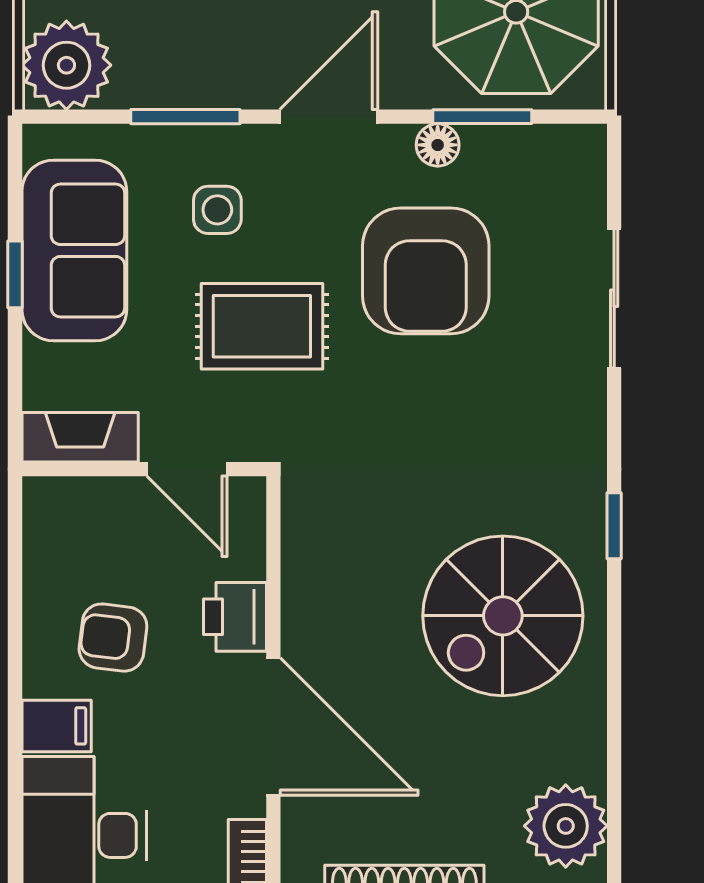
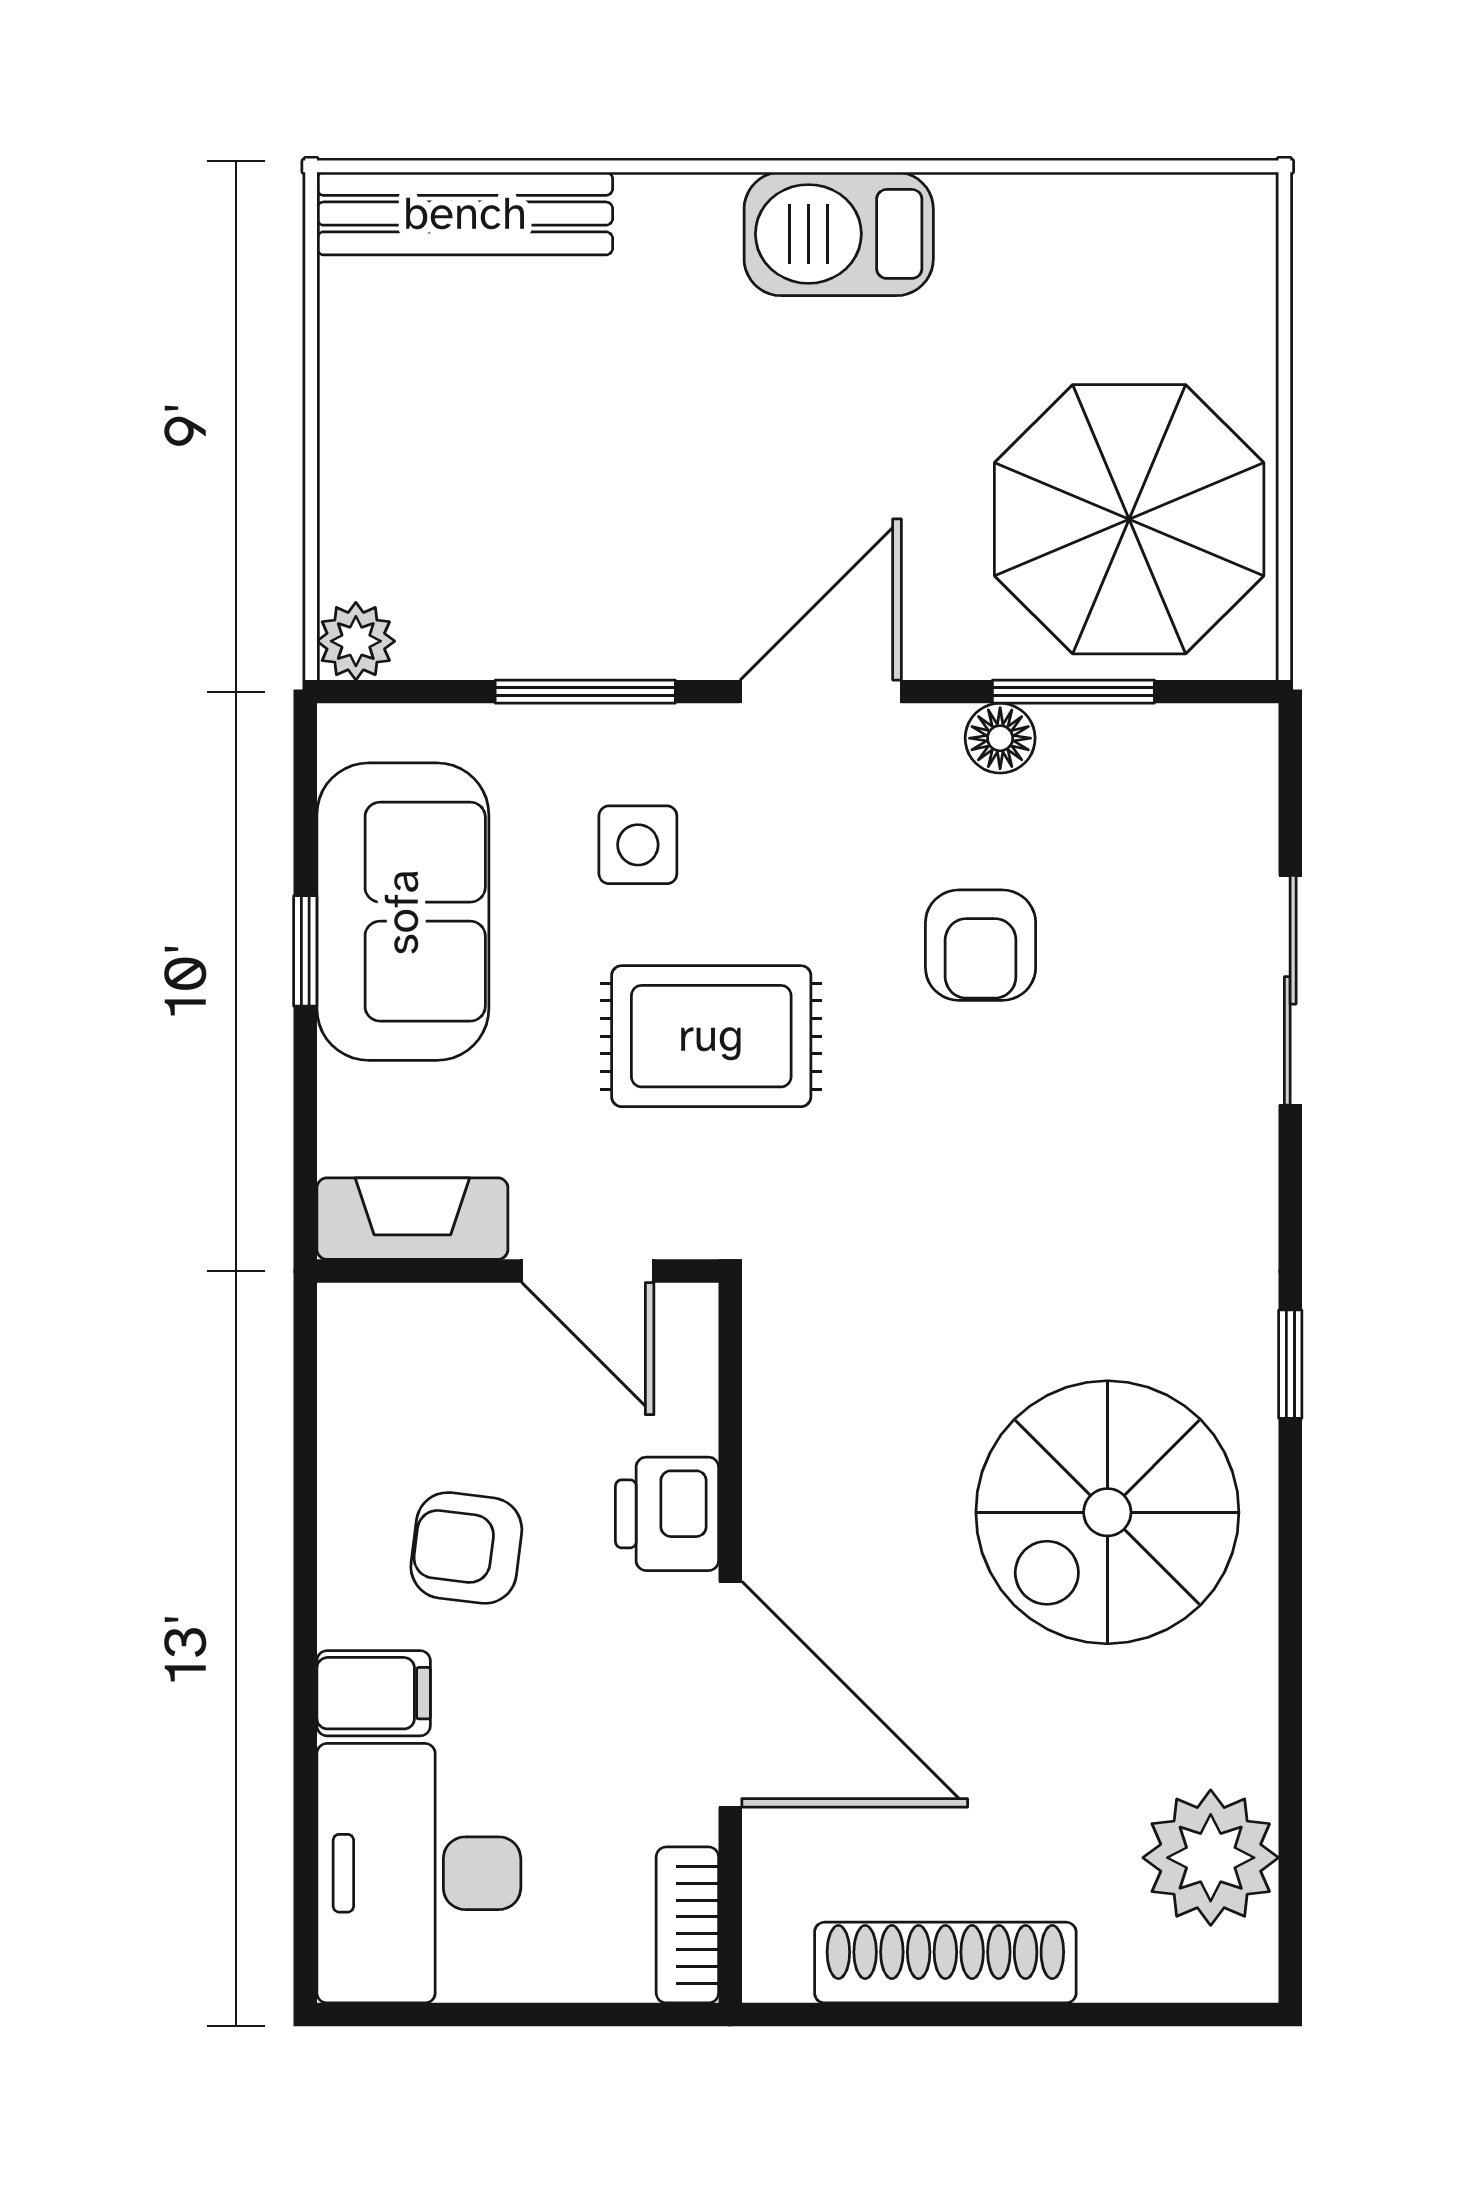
plant: (66, 65) -> (356, 641), width x0.53, depth x0.53
armchair: (426, 271) -> (981, 945), width x0.53, depth x0.53

